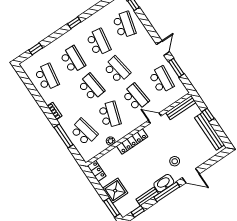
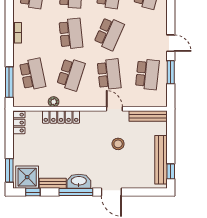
door: (163, 48) -> (171, 43), hinge flipped
school desk: (117, 70) -> (109, 34), turned 33
window: (208, 115) -> (171, 171), moved
window: (64, 136) -> (9, 82), moved
locker: (132, 141) -> (61, 117), moved
stool: (175, 161) -> (118, 144), moved
shower: (115, 191) -> (27, 177), moved

